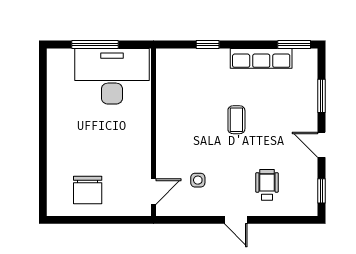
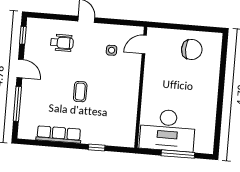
window: (294, 45) -> (34, 143), removed
window: (321, 96) -> (17, 104), width x1.44
wheelchair: (267, 185) -> (62, 43), turned -90
chair: (88, 190) -> (192, 50), turned 90

